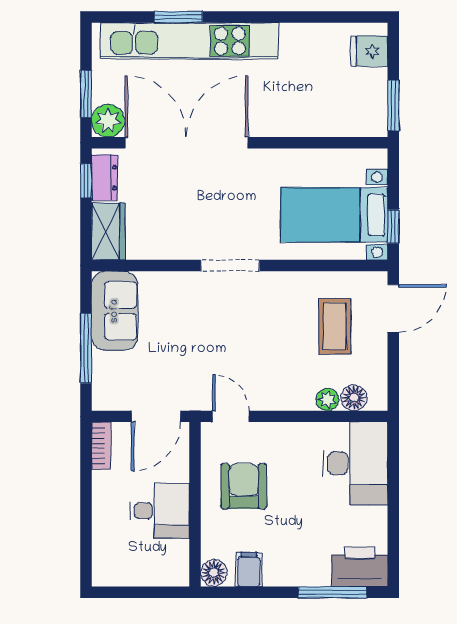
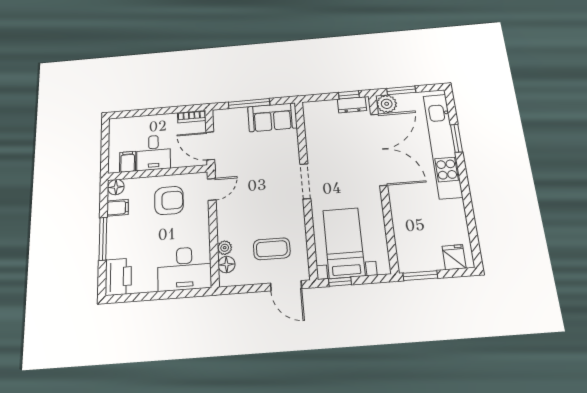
wardrobe: (108, 231) -> (320, 110), removed
filing cabinet: (172, 554) -> (128, 162), added
window: (333, 592) -> (103, 239), moved

